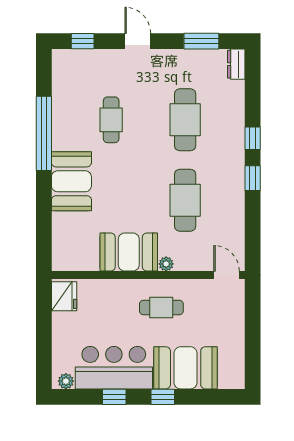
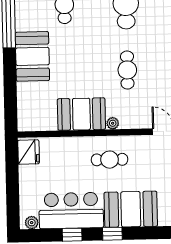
cafe table: (185, 200) -> (127, 70), width x0.73, depth x0.74

